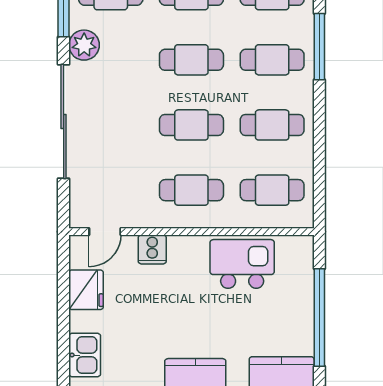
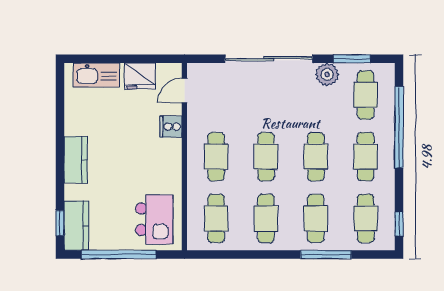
door: (105, 232) -> (184, 90), hinge flipped
kitchen island: (242, 264) -> (154, 219), moved
kitchen sink: (85, 355) -> (96, 75), width x1.38

